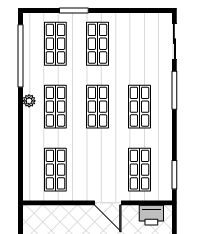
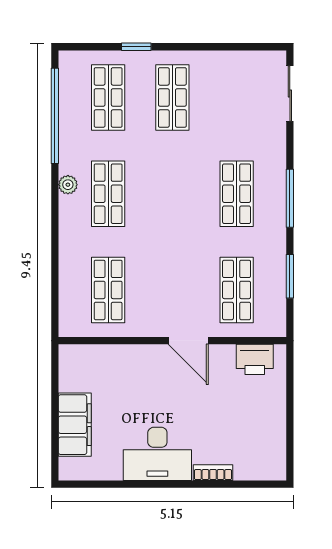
window: (74, 11) -> (136, 47), width x0.67
window: (174, 90) -> (290, 198), moved
shop shelf: (97, 107) -> (172, 194), removed
window: (174, 175) -> (290, 276), moved

